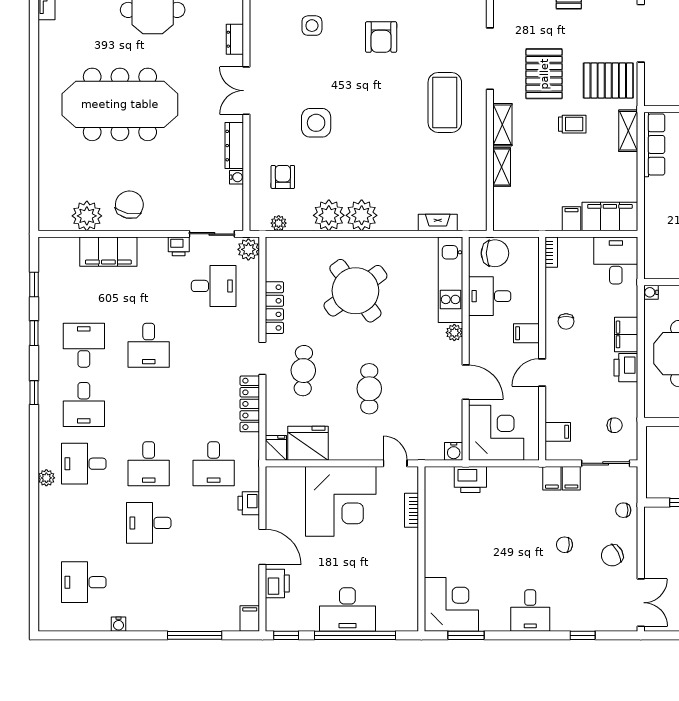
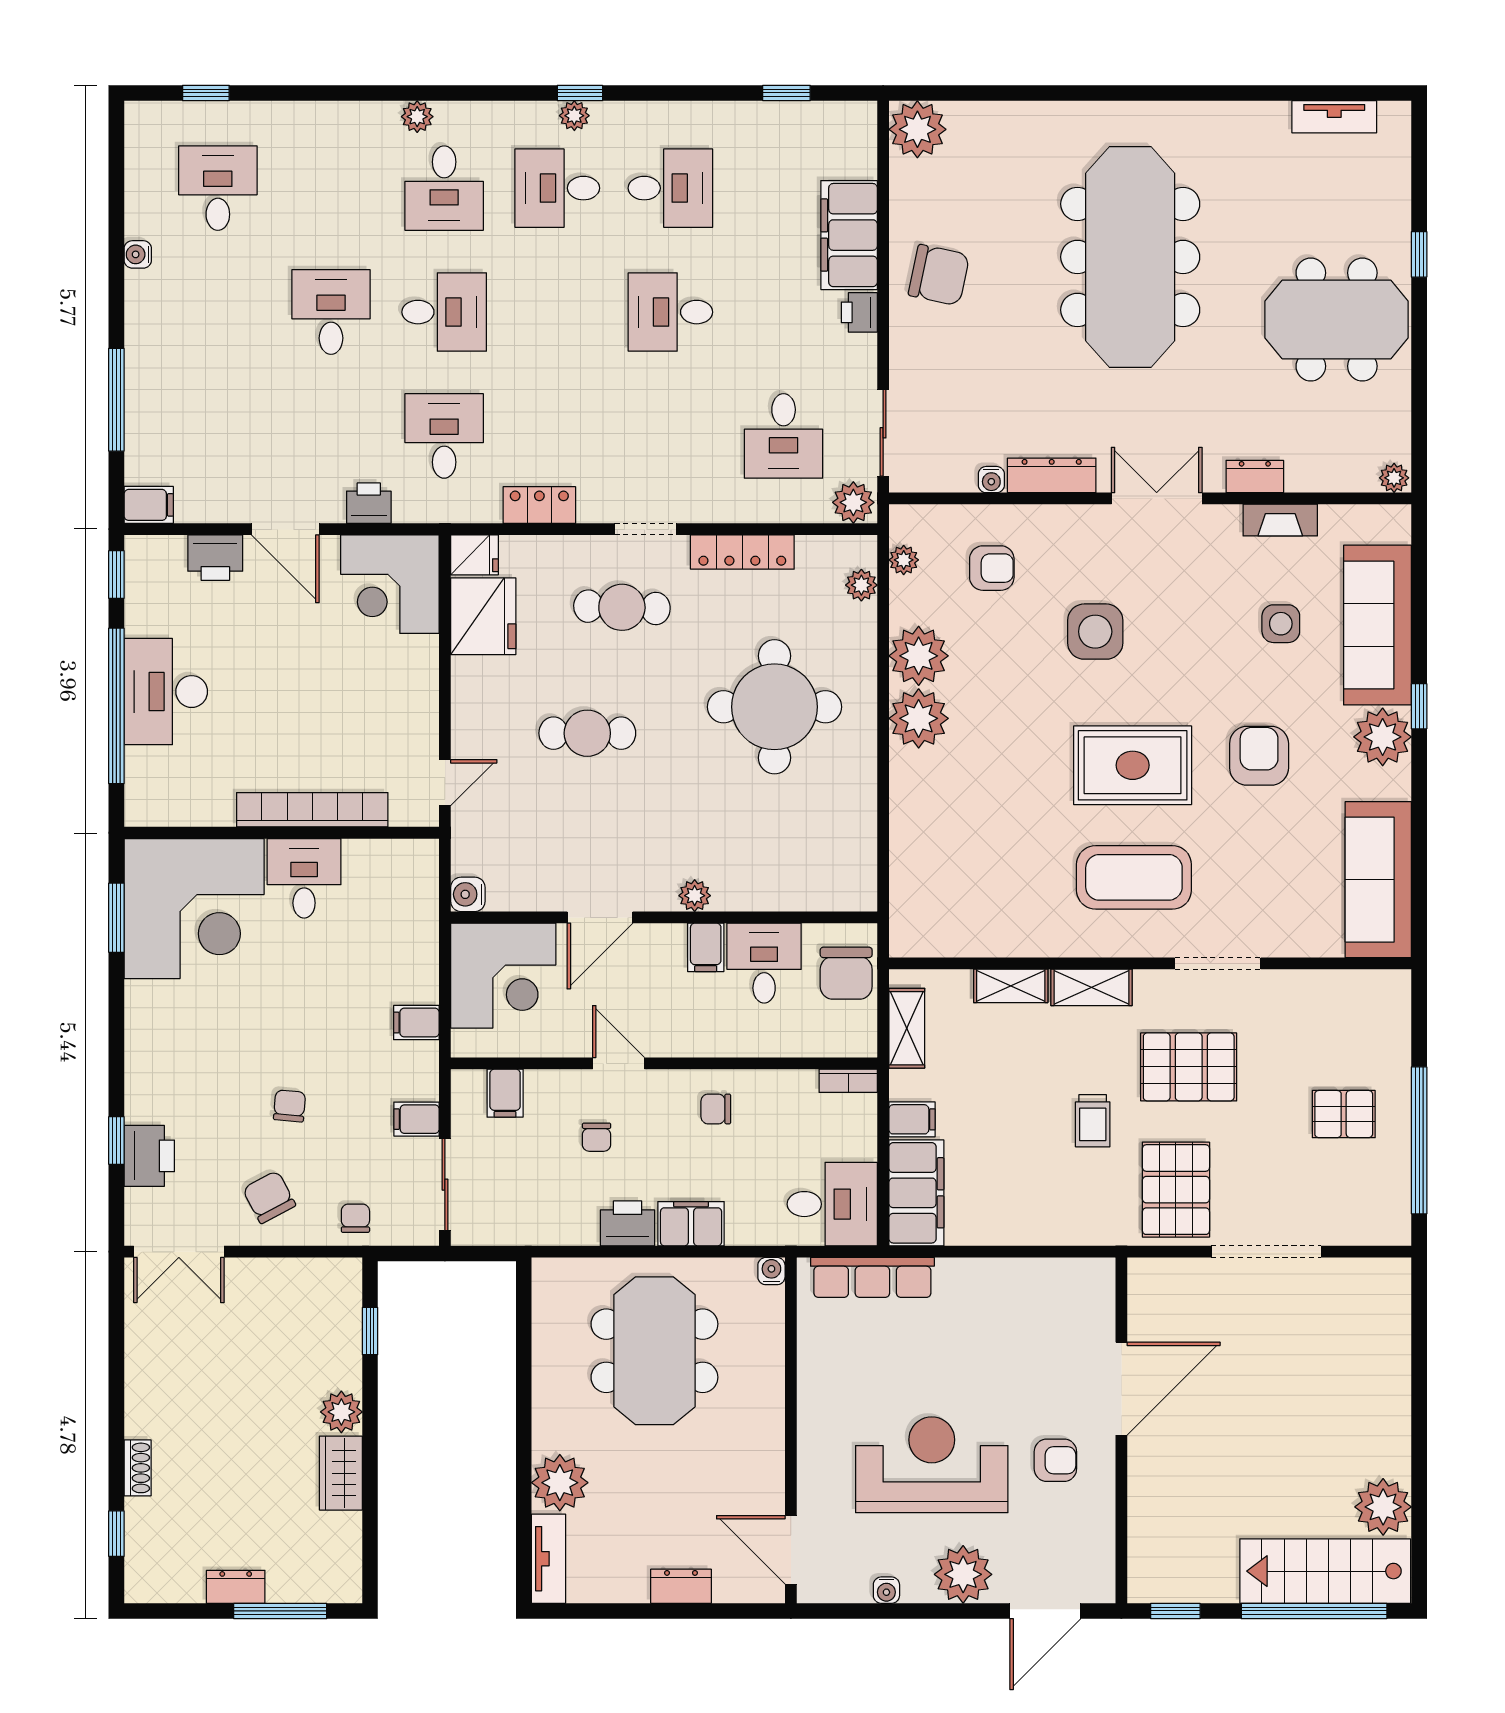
armchair: (381, 37) -> (1259, 756), turned 90
doorway: (490, 59) -> (1218, 963), width x0.73
rug: (386, 103) -> (1133, 765), added
shelving: (628, 131) -> (907, 1028), moved, turned 90
row of seats: (654, 145) -> (872, 1277), moved
plant: (87, 216) -> (917, 129), moved
fireplace: (438, 223) -> (1280, 520), moved, turned 90
plant: (292, 245) -> (861, 585), added
printer: (179, 246) -> (859, 312), moved
kitchen unit: (451, 280) -> (795, 888), removed
round table: (355, 291) -> (774, 707), turned 36
window: (34, 333) -> (206, 93), moved
filing cabinet: (526, 333) -> (706, 947), moved, turned 180
plant: (46, 396) -> (574, 116), added
locker: (250, 404) -> (539, 505), width x0.66
chair: (615, 425) -> (597, 1137), moved
desk: (84, 464) -> (444, 188), turned 180
desk: (149, 464) -> (444, 312), turned 180
desk: (214, 464) -> (444, 436), turned 90
filing cabinet: (552, 478) -> (416, 1023), moved
printer: (470, 479) -> (149, 1156), moved, turned 180
corner desk: (341, 501) -> (390, 584), moved, width x0.74, depth x0.74
bookcase: (412, 510) -> (312, 810), width x2.31, depth x1.31
door: (262, 547) -> (285, 529), hinge flipped
corner desk: (451, 604) -> (194, 909), width x1.36, depth x1.36
desk: (530, 610) -> (304, 878), moved, turned 90

